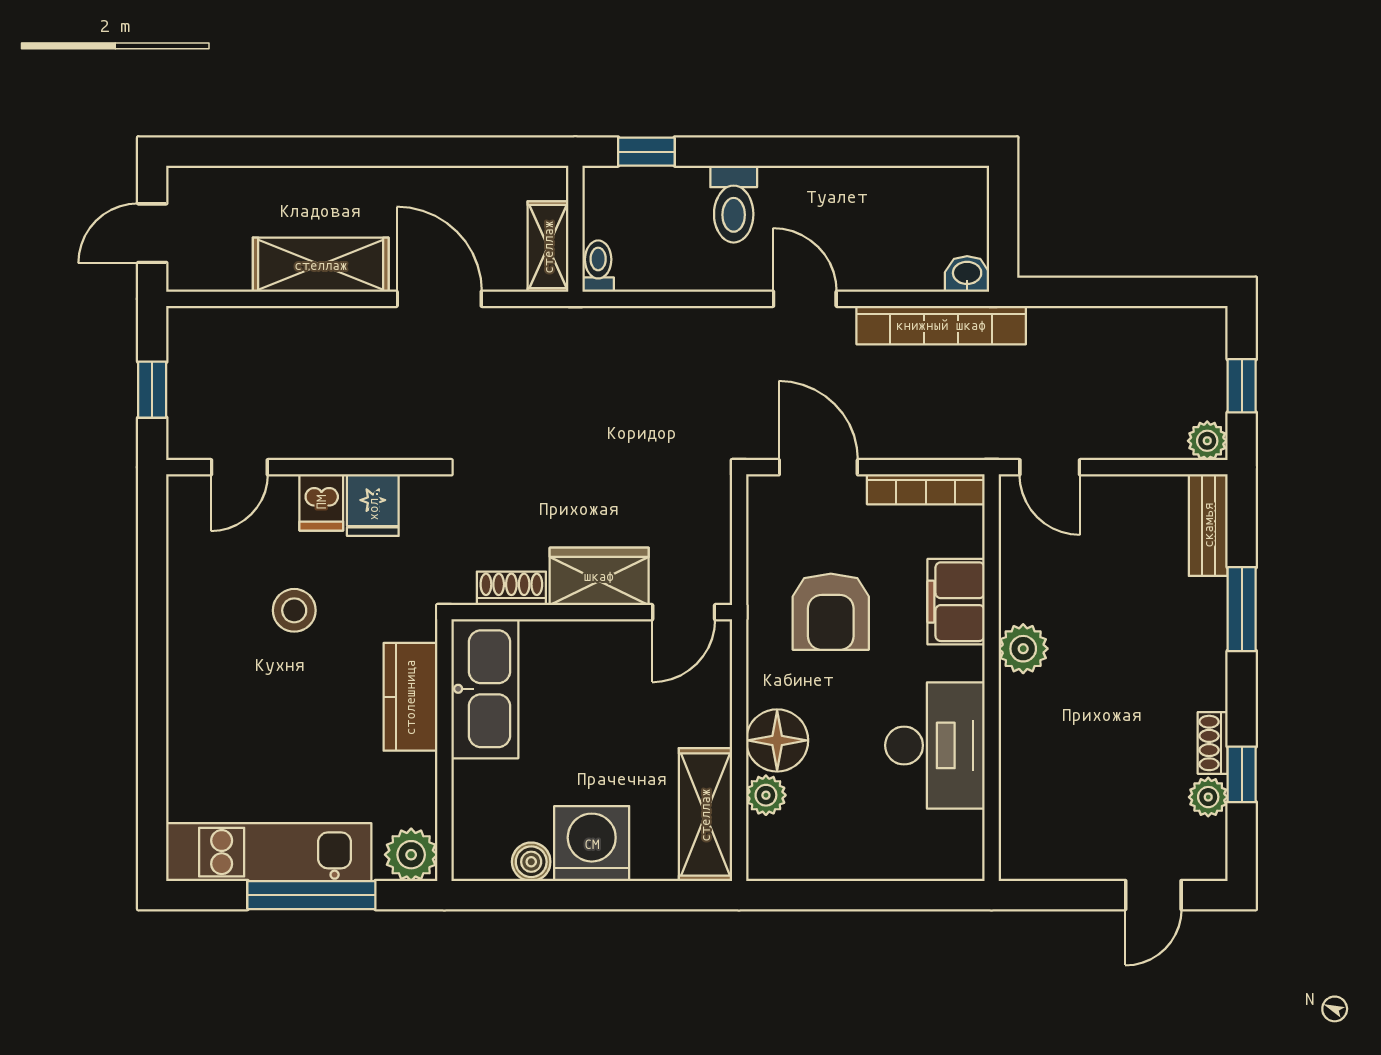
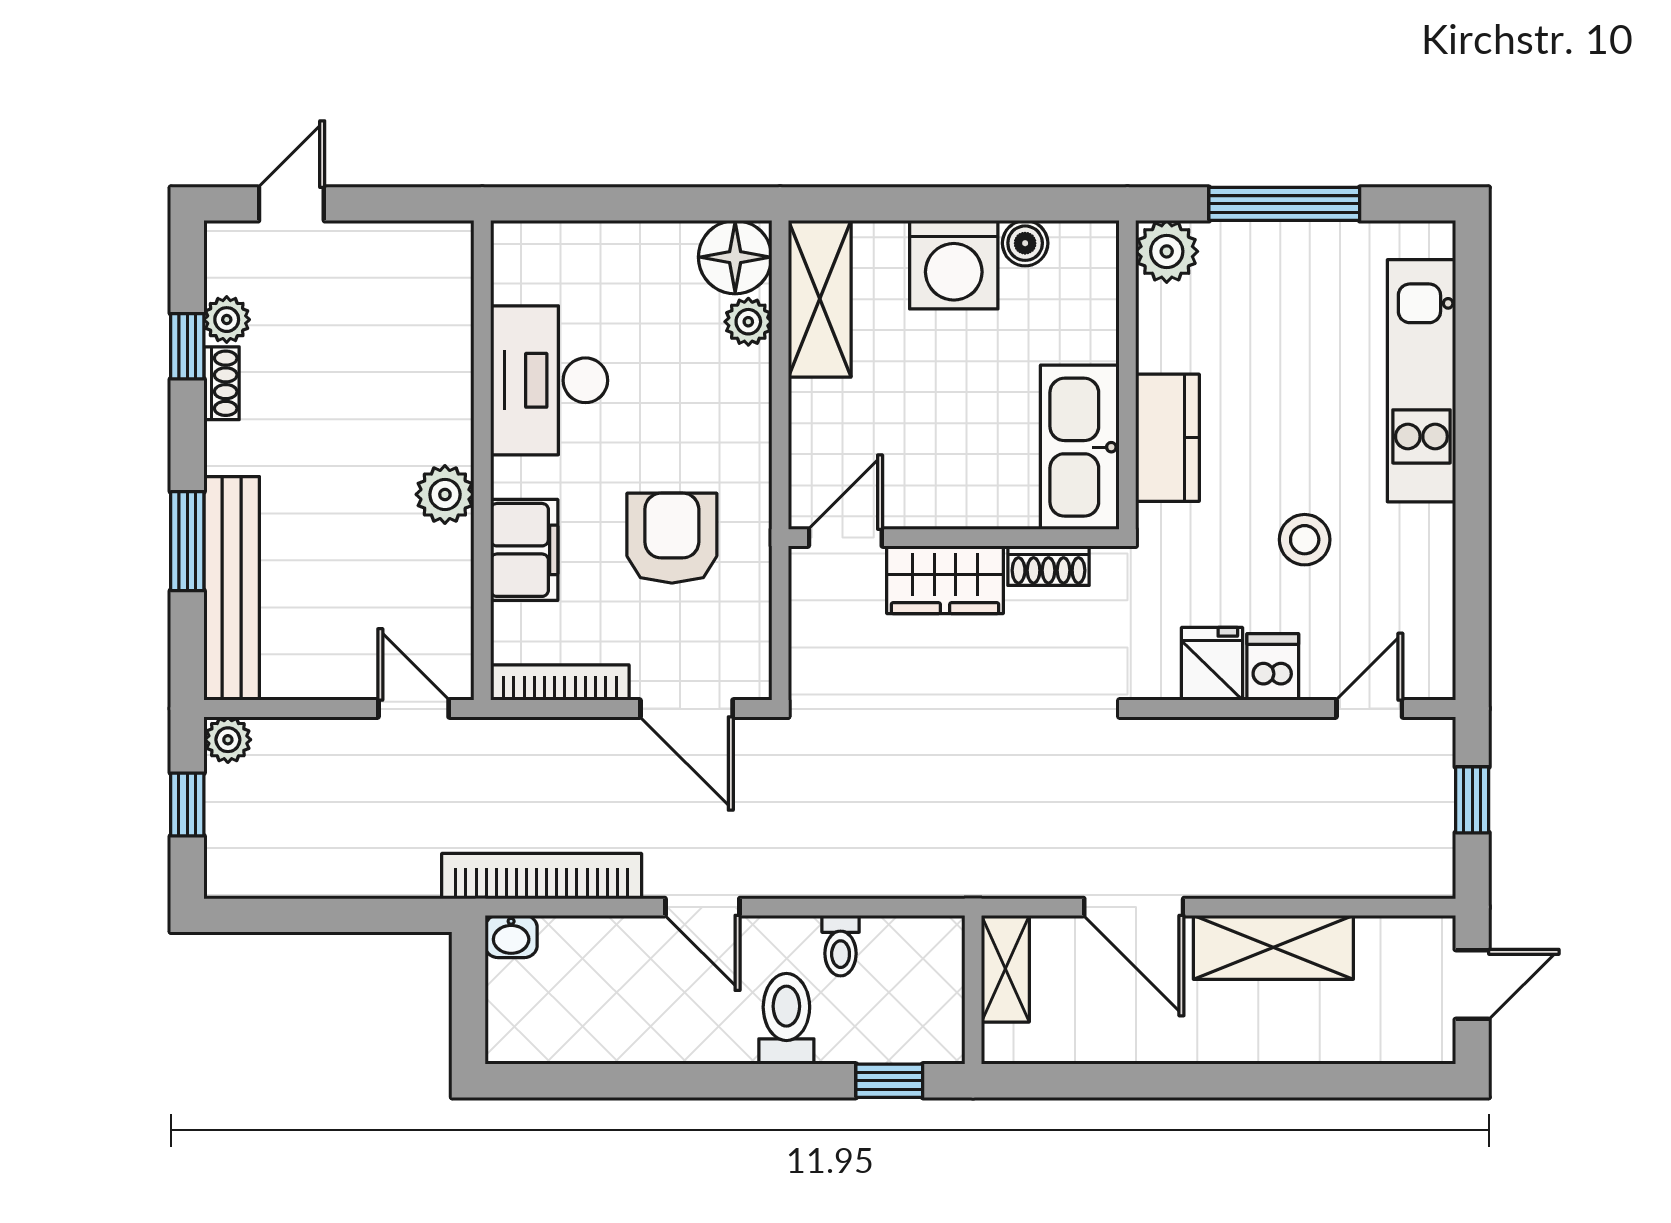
toilet: (598, 266) -> (841, 946), moved
bench: (1208, 525) -> (232, 588), width x1.86, depth x1.21
floor lamp: (777, 740) -> (735, 257), moved
kitchen unit: (269, 852) -> (1421, 381), moved, turned 90

